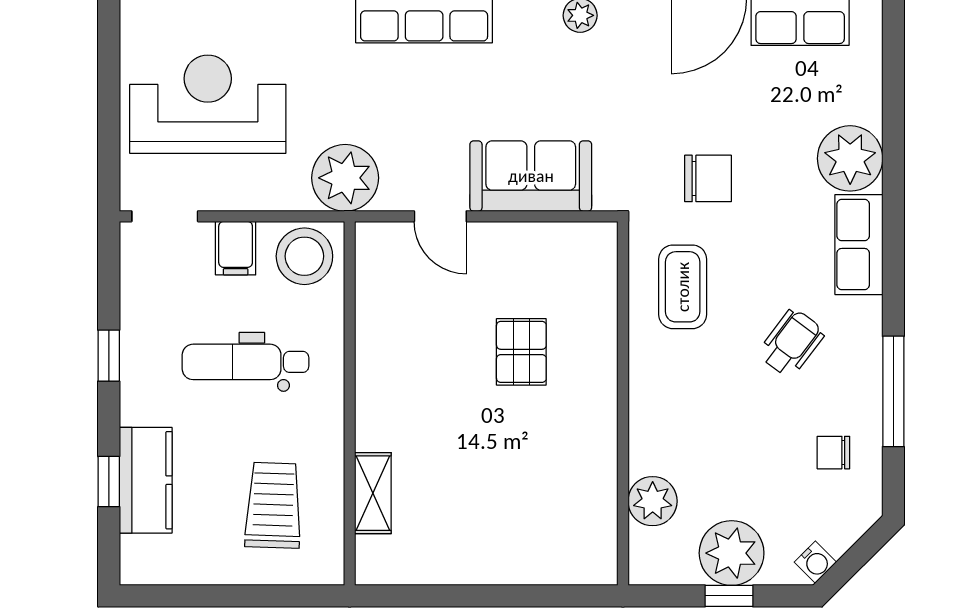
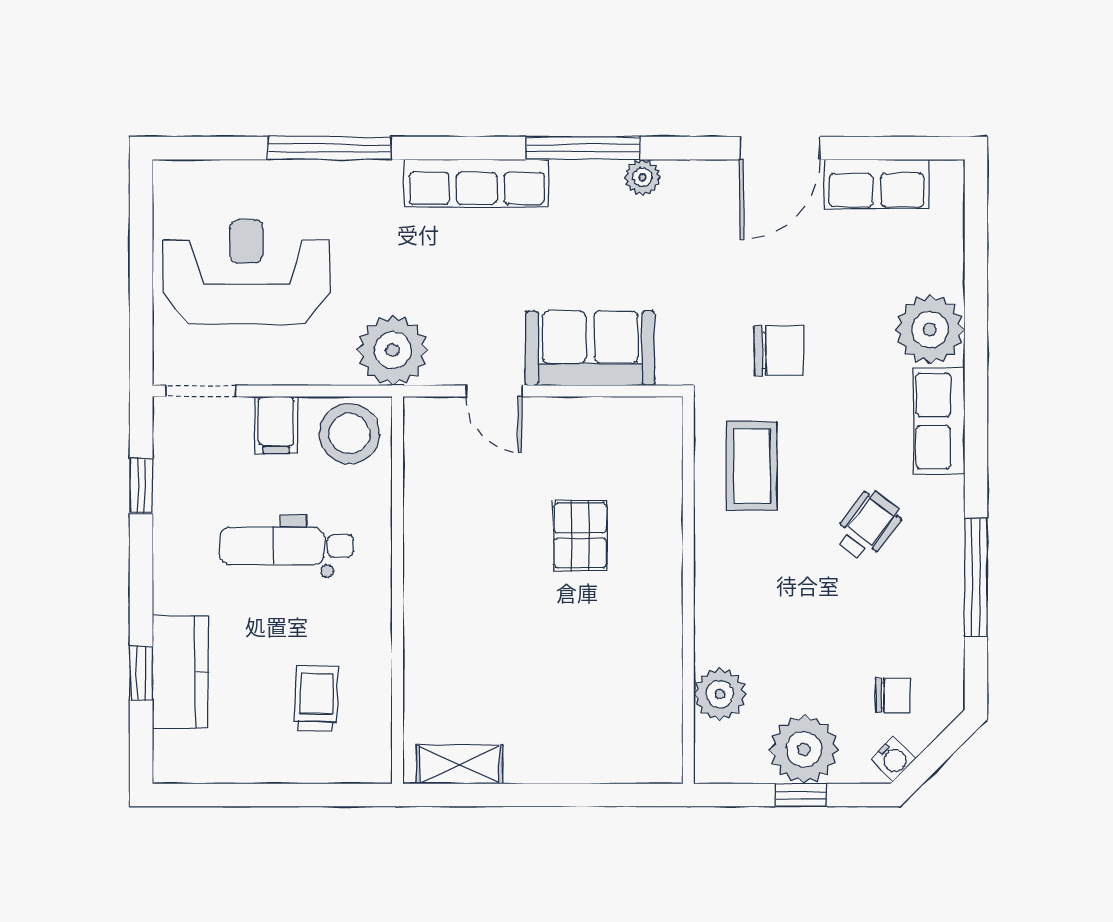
window: (109, 356) -> (141, 486), moved
chair: (833, 453) -> (893, 696), moved, turned 180
shelving: (373, 493) -> (459, 764), moved, turned 90
trolley: (273, 505) -> (316, 699), width x0.73, depth x0.72

